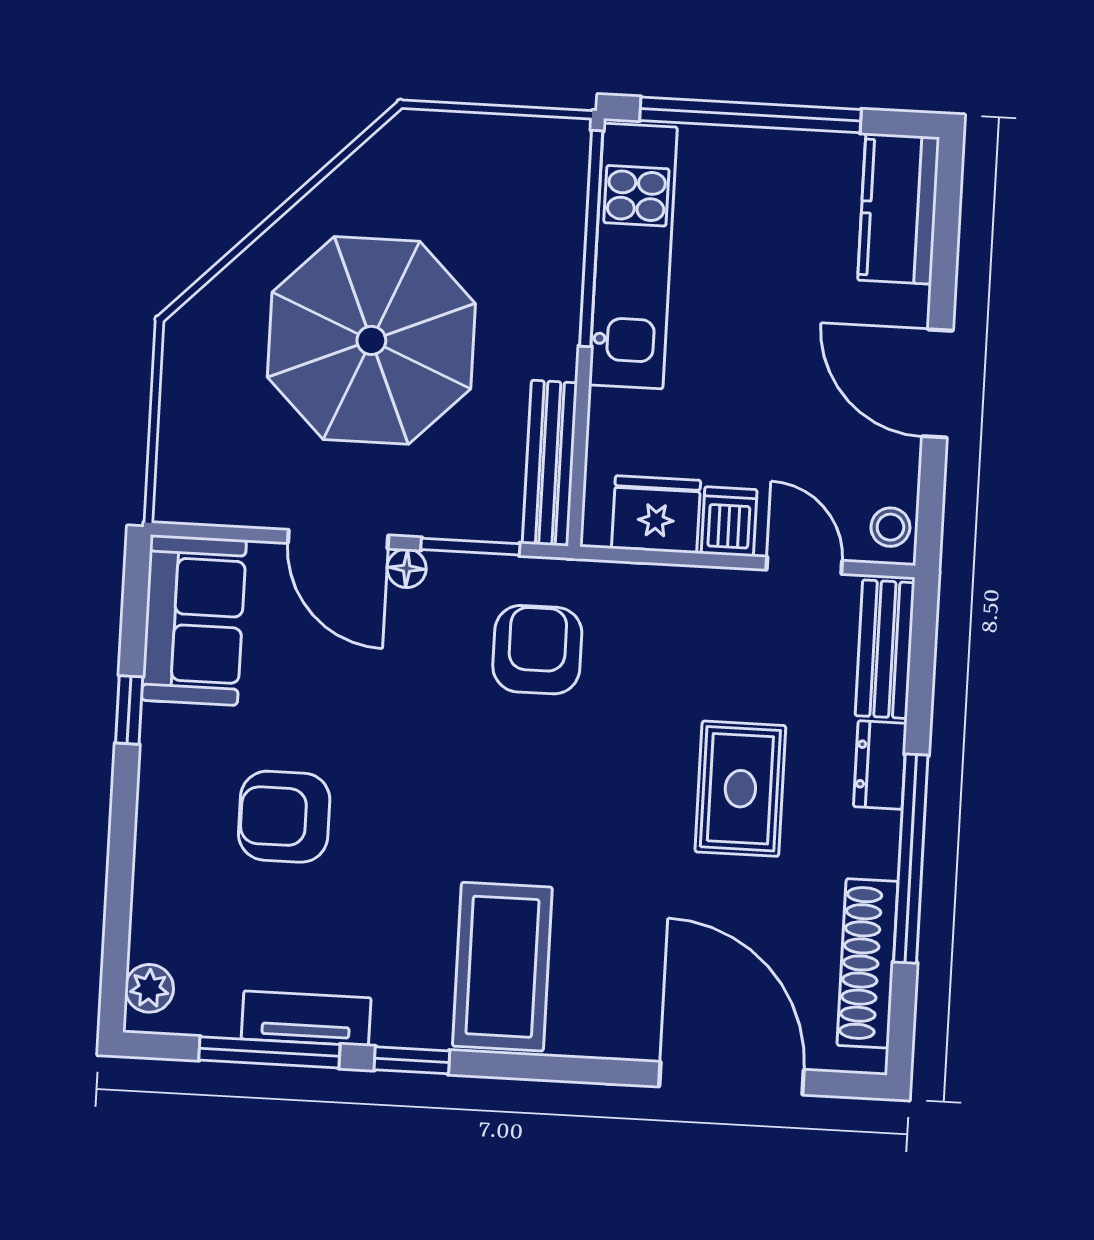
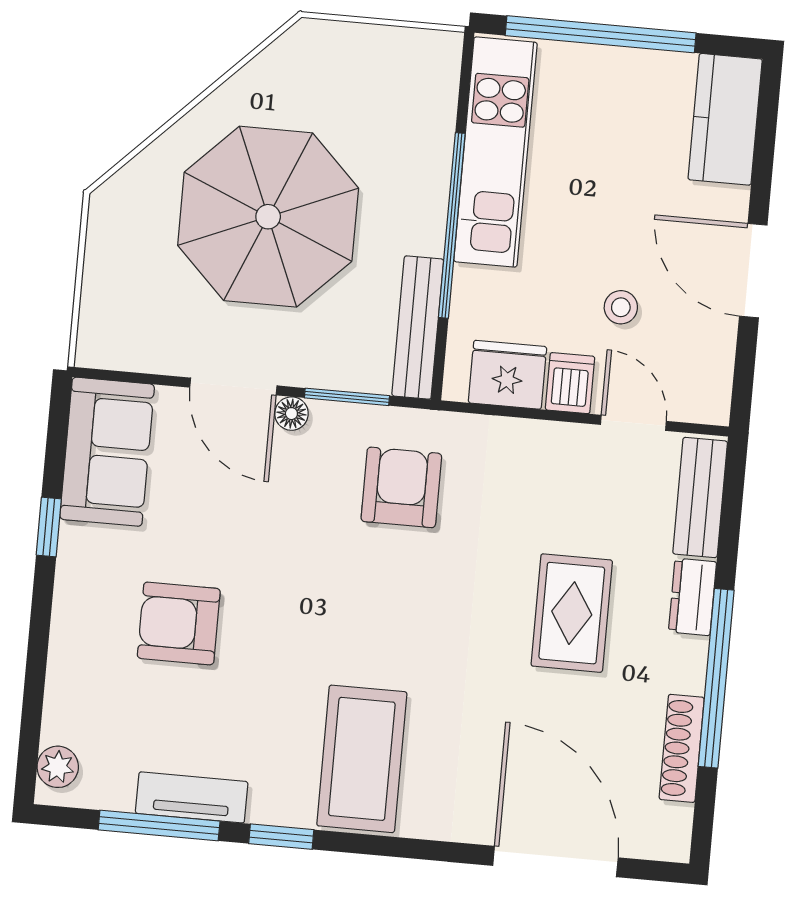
window: (591, 239) -> (452, 225), moved
stool: (890, 527) -> (621, 307), moved
shoe rack: (868, 963) -> (682, 748), width x0.74, depth x0.81

